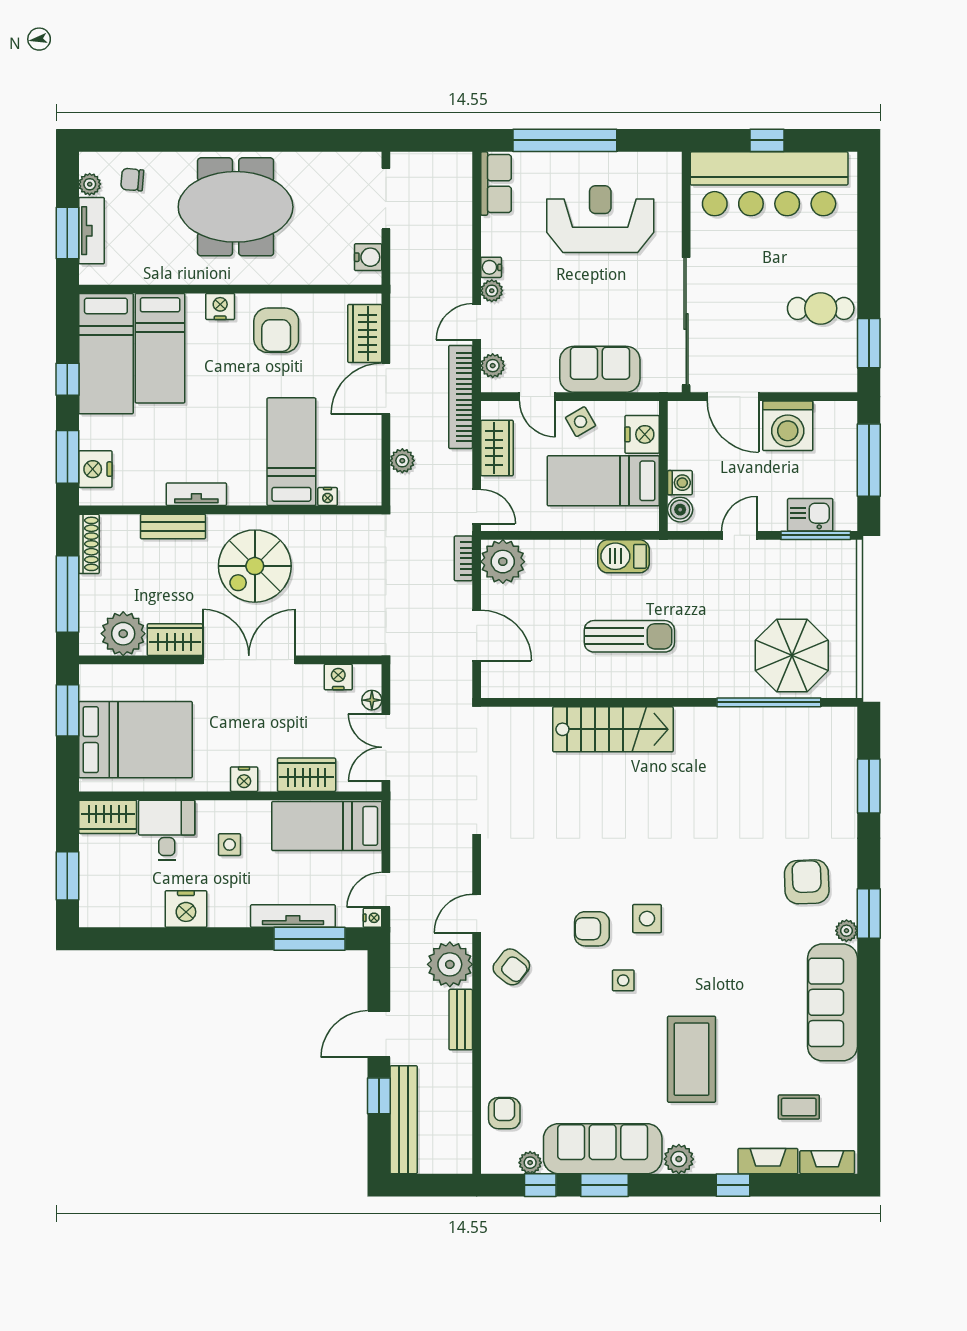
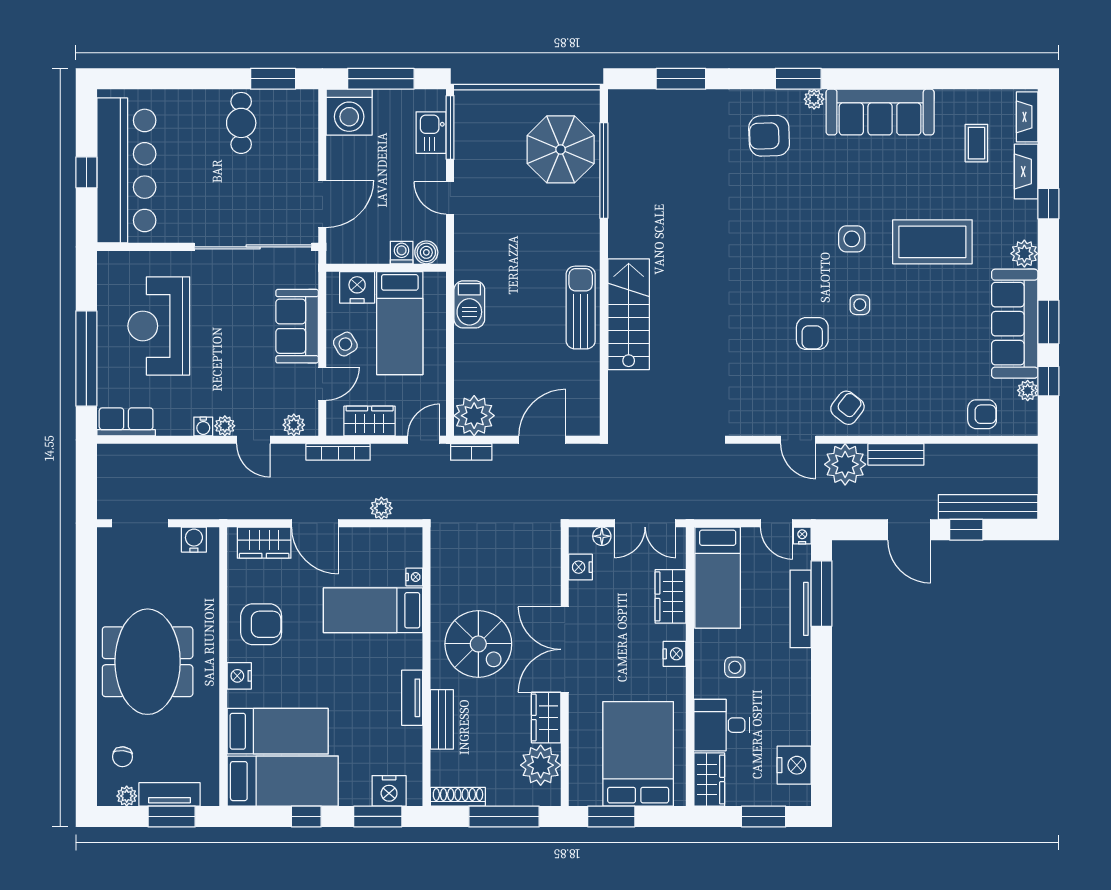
bookcase: (461, 397) -> (338, 452), width x0.68, depth x0.76
washing machine: (788, 426) -> (349, 112), moved, turned 90
sun lounger: (629, 636) -> (581, 308), moved
nightstand: (186, 909) -> (794, 765), moved
side table: (647, 919) -> (852, 239), moved
armchair: (504, 1113) -> (982, 414), turned 180

